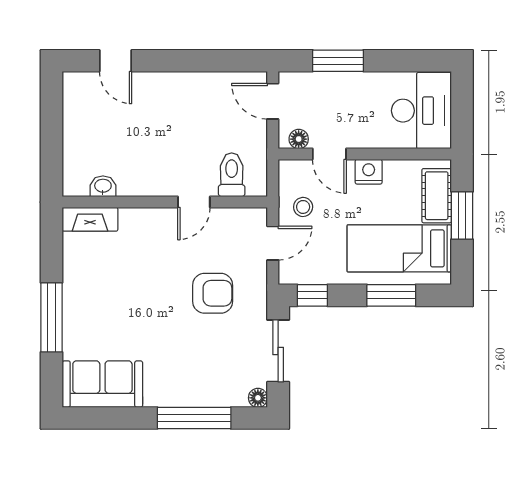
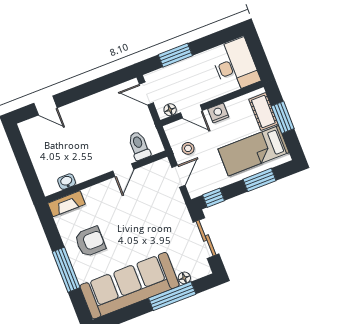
armchair: (213, 293) -> (90, 242), moved
sofa: (102, 384) -> (130, 286), width x1.85, depth x1.27
floor lamp: (258, 398) -> (184, 278), moved

